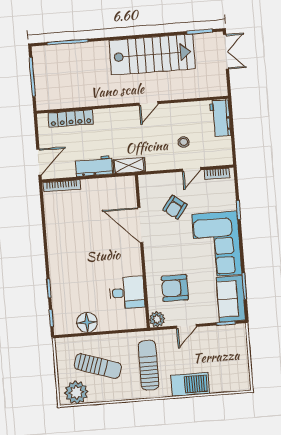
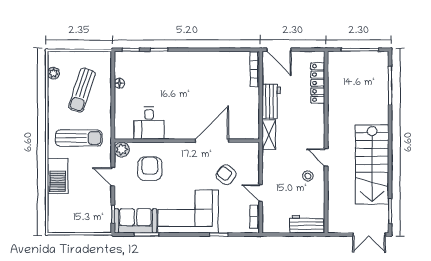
stool: (184, 142) -> (308, 176), moved
floor lamp: (87, 322) -> (119, 83), width x0.53, depth x0.53
plant: (76, 392) -> (53, 73), width x0.53, depth x0.53

